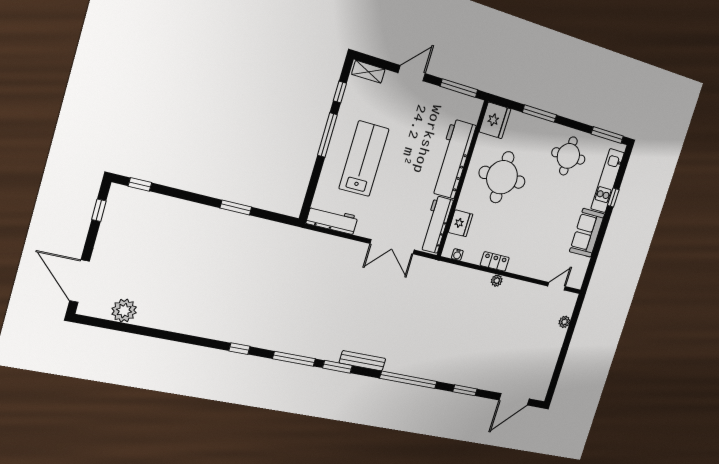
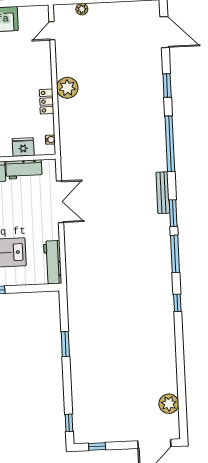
workbench: (436, 225) -> (24, 169), width x0.73
plant: (497, 281) -> (67, 88), width x1.88, depth x1.88
door: (557, 286) -> (52, 31), hinge flipped

